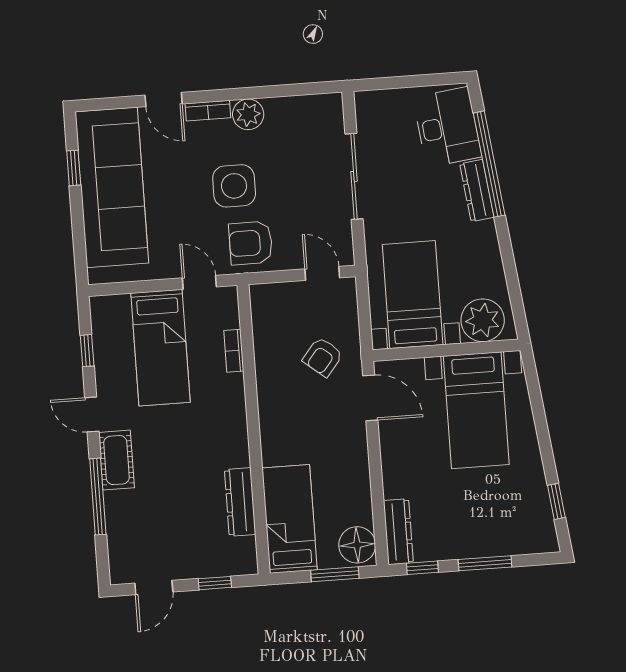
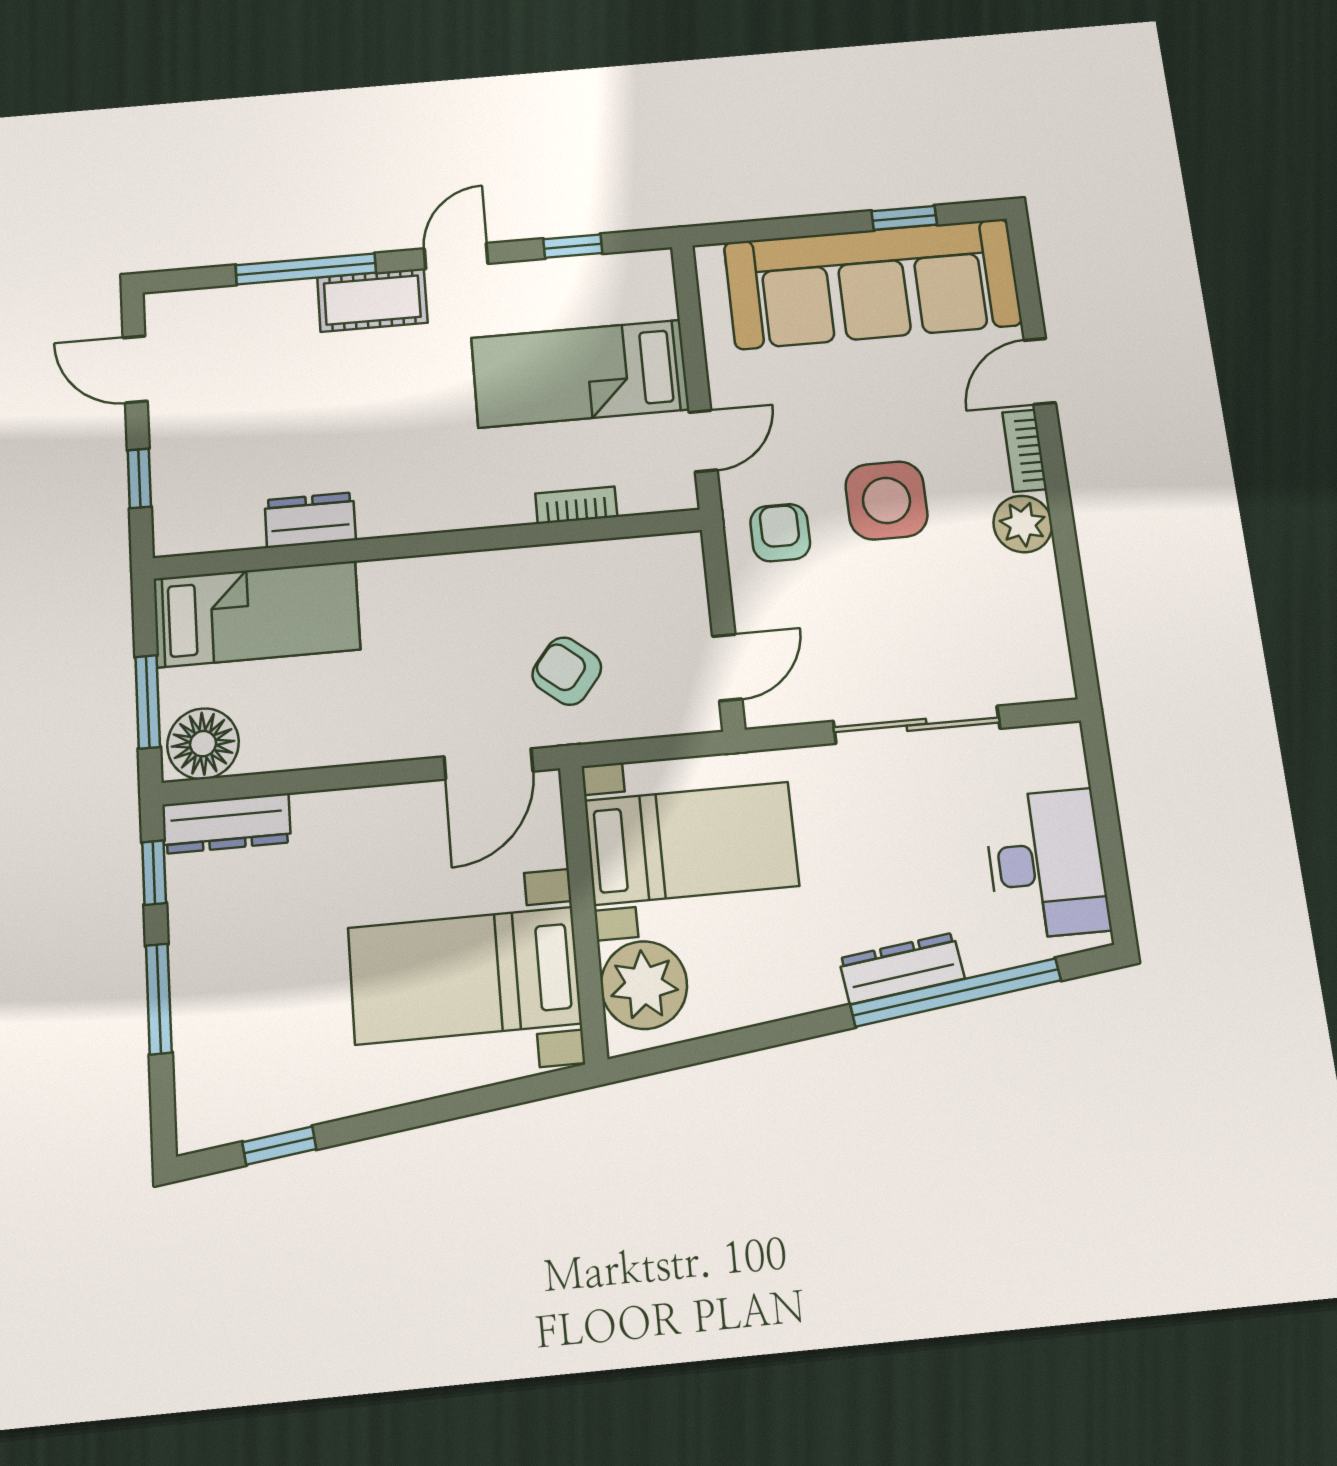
desk: (447, 127) -> (1046, 864), moved, turned -83
armchair: (251, 243) -> (780, 533), width x0.72, depth x0.72
dresser: (240, 502) -> (310, 520), width x0.70

